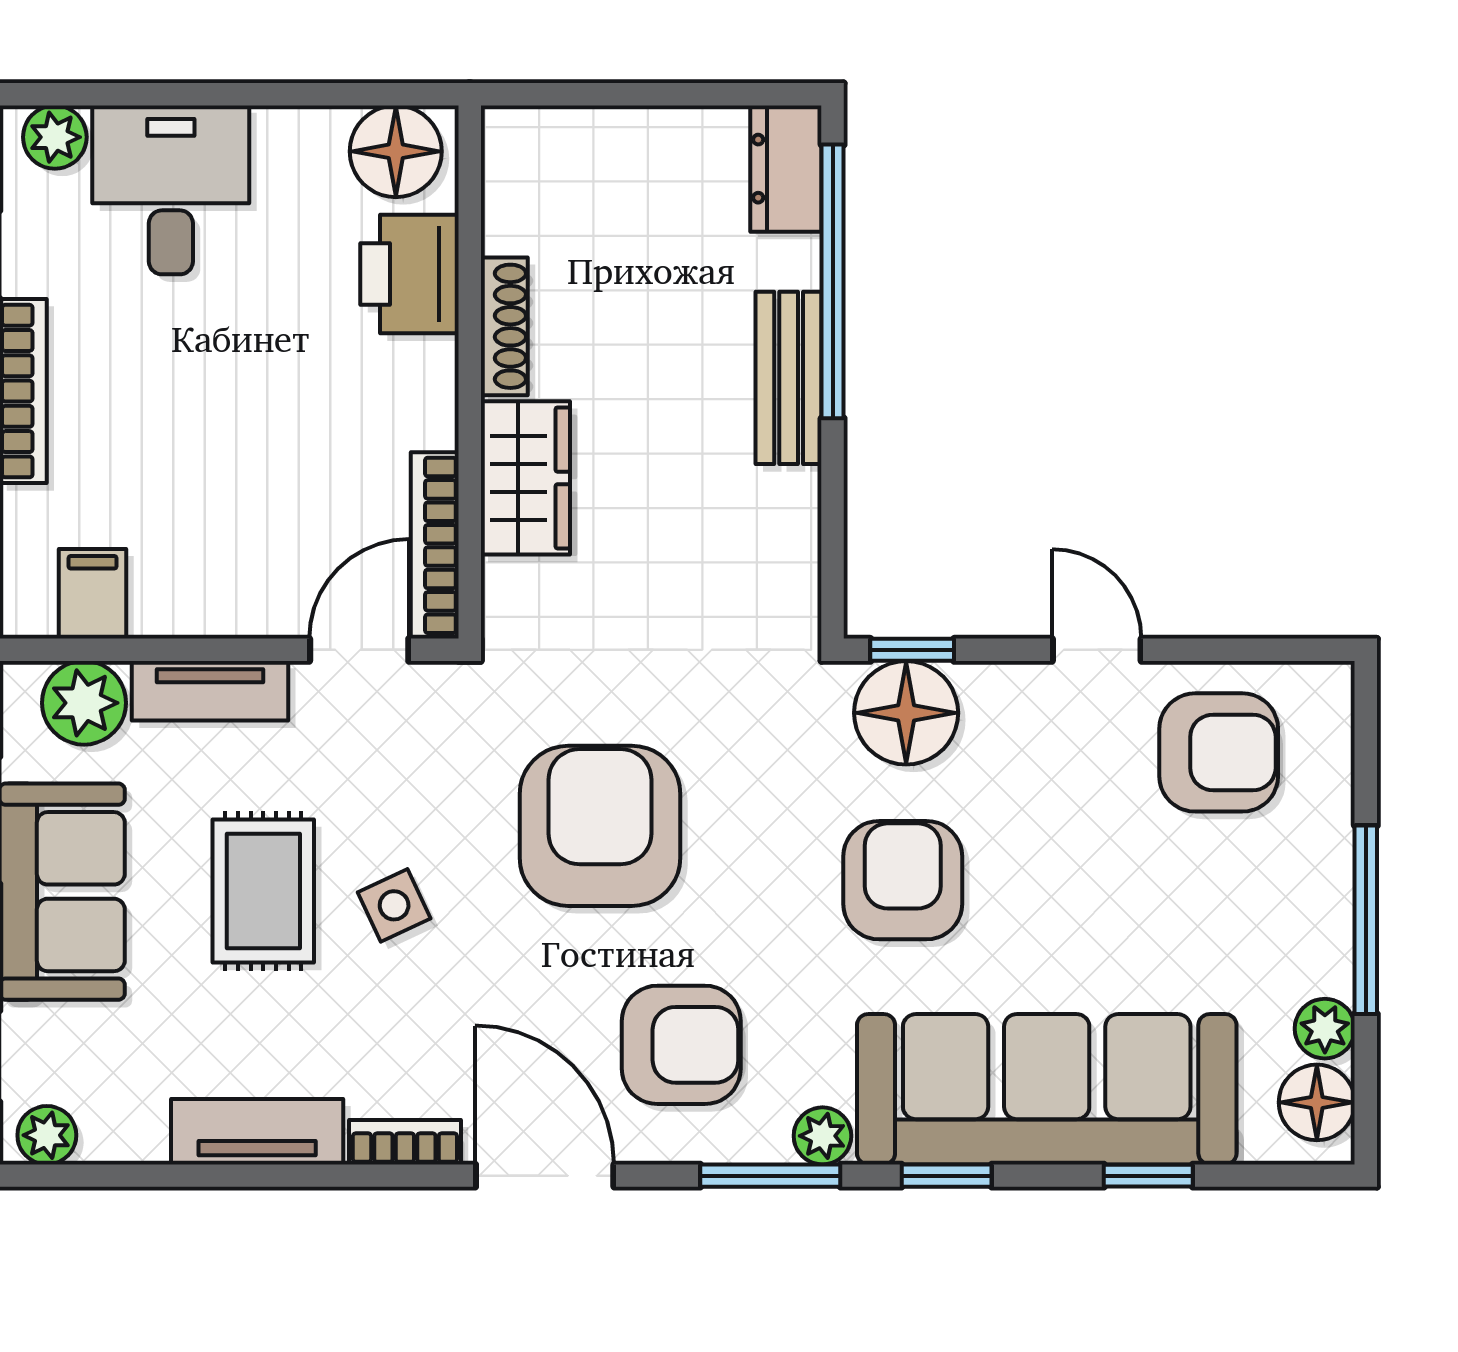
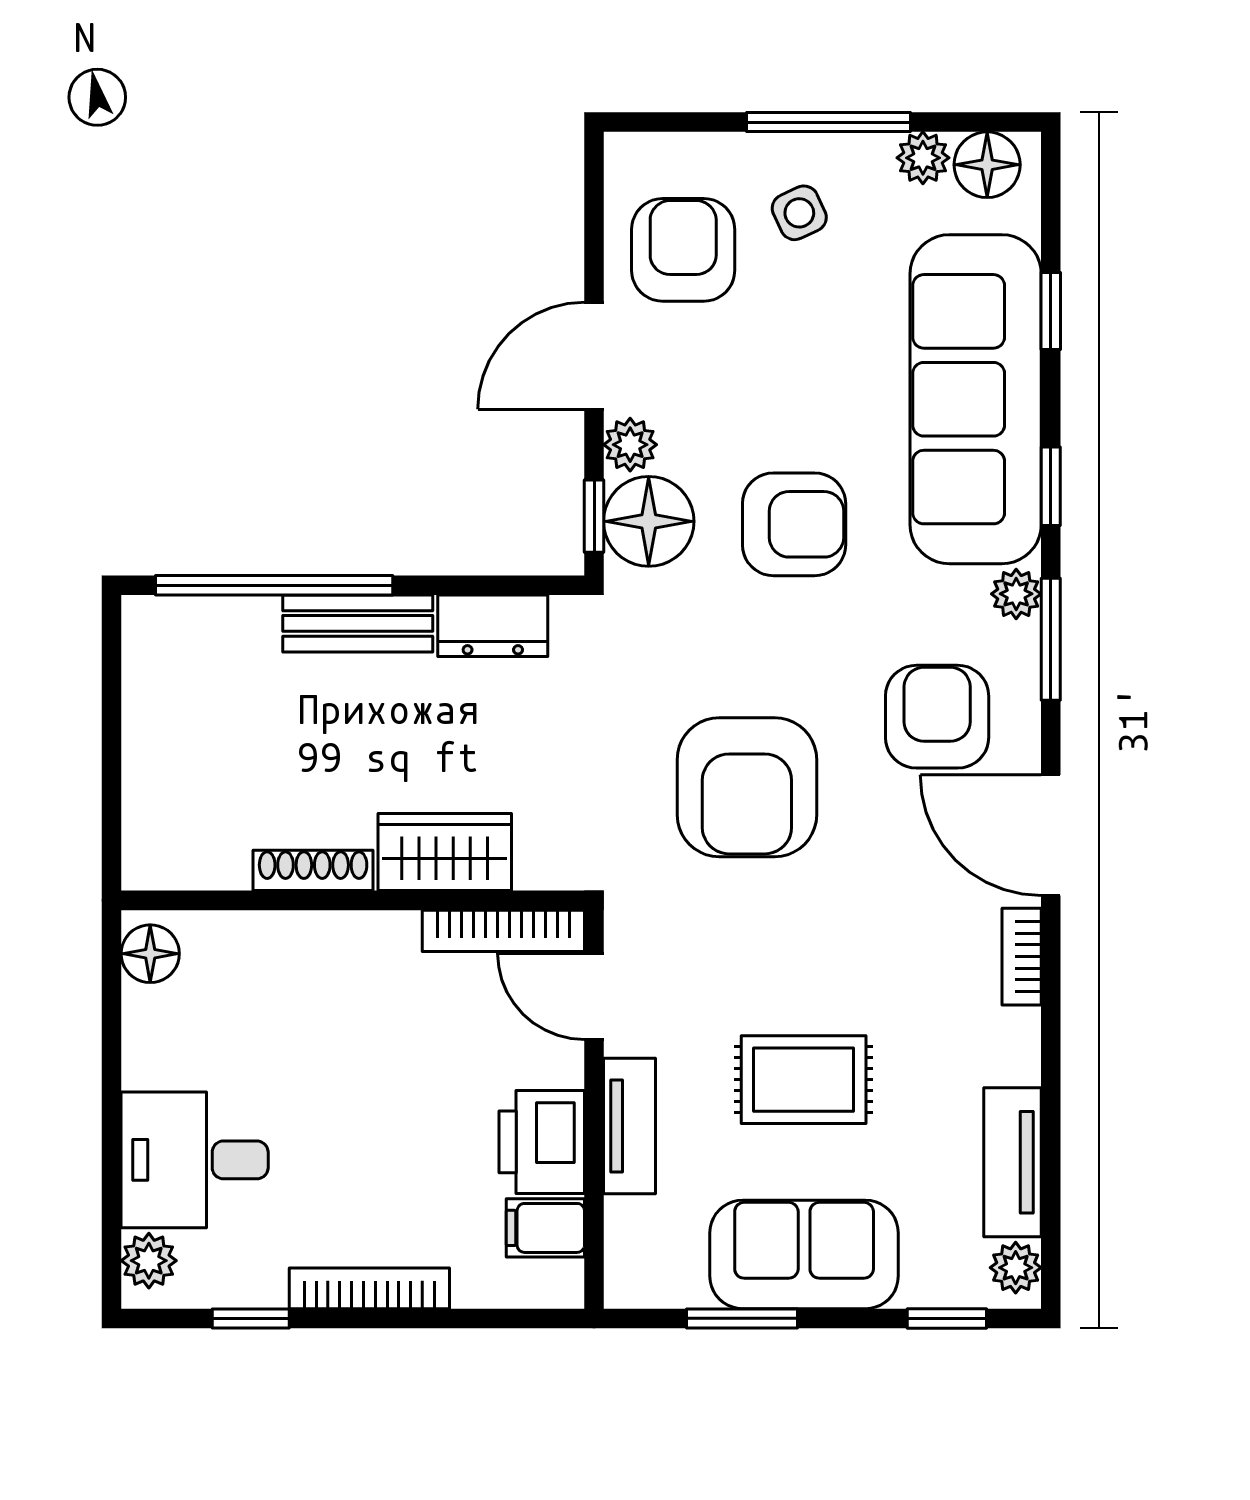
floor lamp: (396, 151) -> (150, 954), width x0.73, depth x0.73
dresser: (786, 169) -> (493, 626), moved
printer: (409, 274) -> (542, 1142), moved, turned 90
door: (1097, 650) -> (594, 356), width x1.38
plant: (84, 703) -> (630, 445), moved, width x0.73, depth x0.73
armchair: (600, 826) -> (747, 787), turned -90
armchair: (903, 880) -> (794, 524), turned 180
side table: (394, 905) -> (799, 213), moved
tv unit: (257, 1132) -> (1013, 1162), moved
door: (545, 1176) -> (1051, 835), hinge flipped

